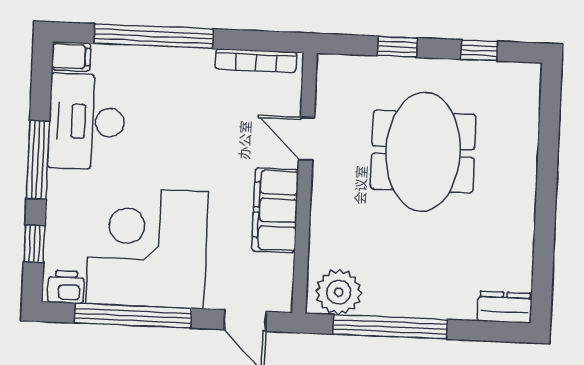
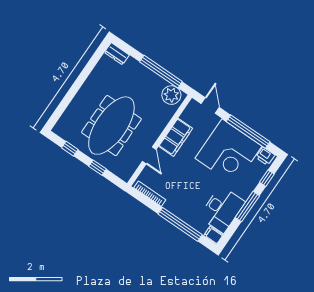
meeting table: (423, 152) -> (111, 126), width x1.36

